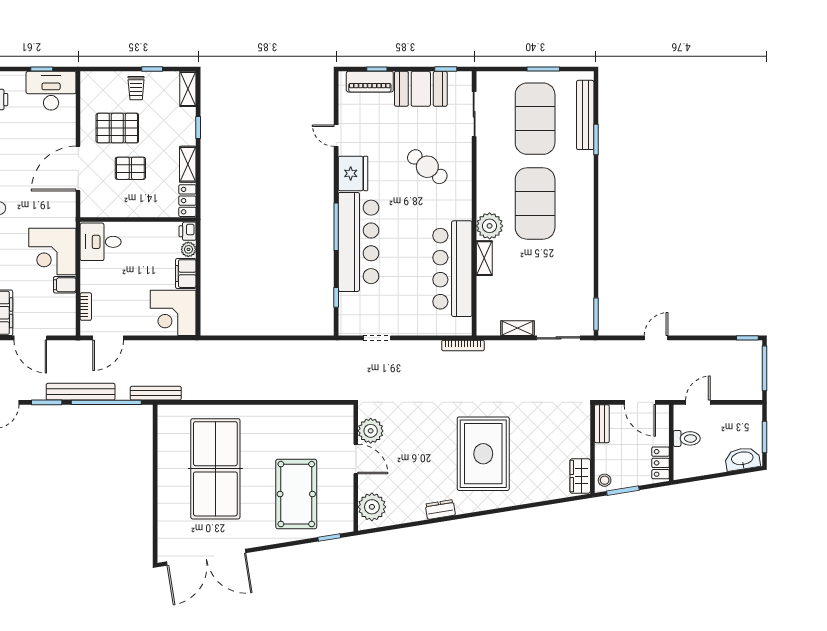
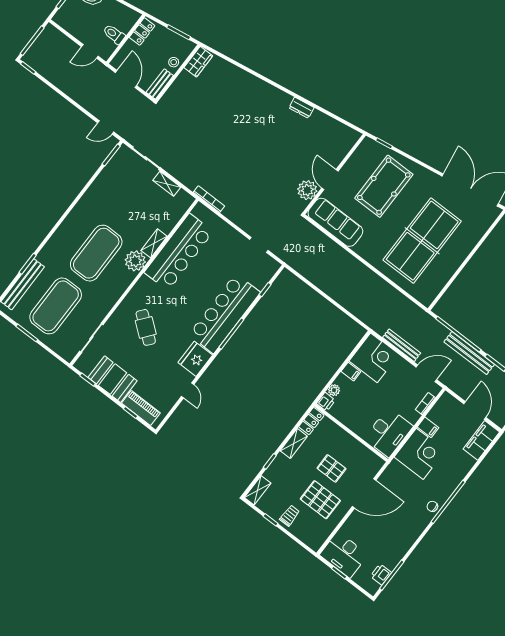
desk: (101, 242) -> (389, 432), width x1.37
filing cabinet: (186, 274) -> (351, 372), width x0.50
door: (656, 338) -> (106, 127), moved
bench: (156, 393) -> (402, 345), moved
sofa: (317, 420) -> (335, 222), added
rug: (483, 454) -> (248, 122), removed
stool: (605, 480) -> (174, 62), moved
plant: (372, 507) -> (343, 142), removed

